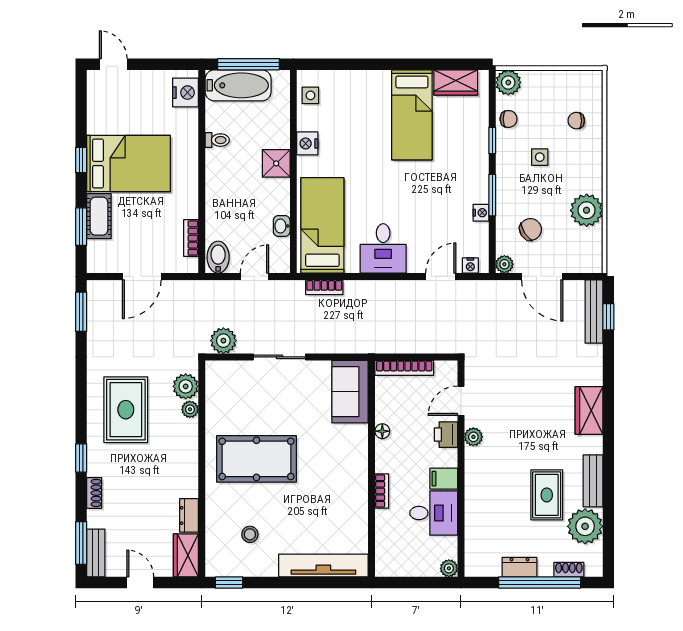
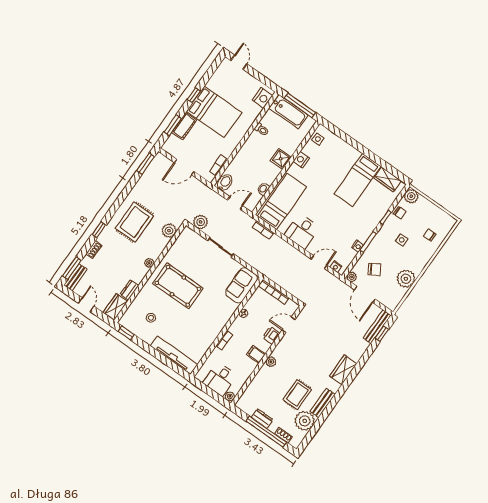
plant: (190, 409) -> (149, 263), moved
plant: (473, 437) -> (271, 362), moved
desk: (434, 513) -> (220, 379), moved, turned 90

